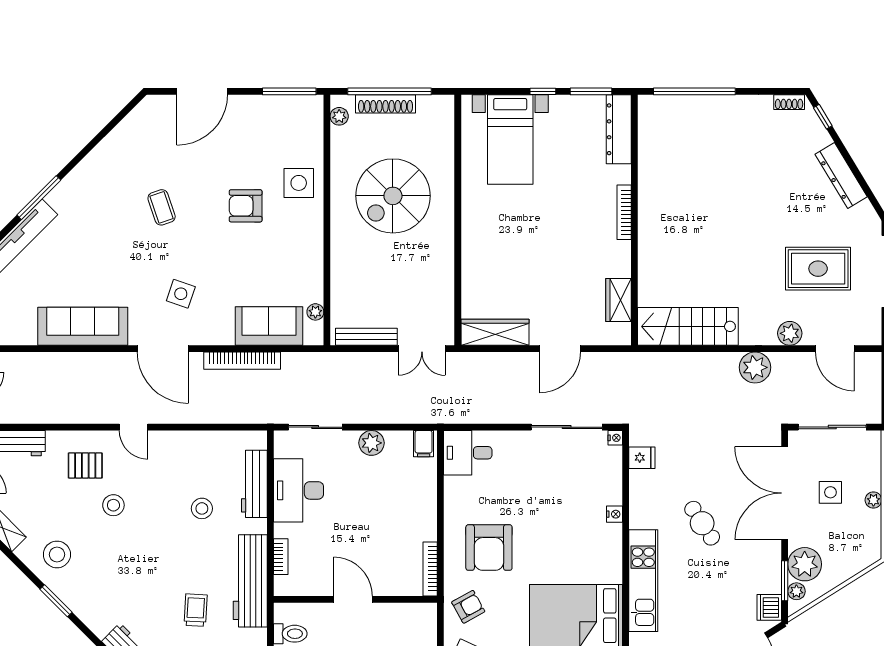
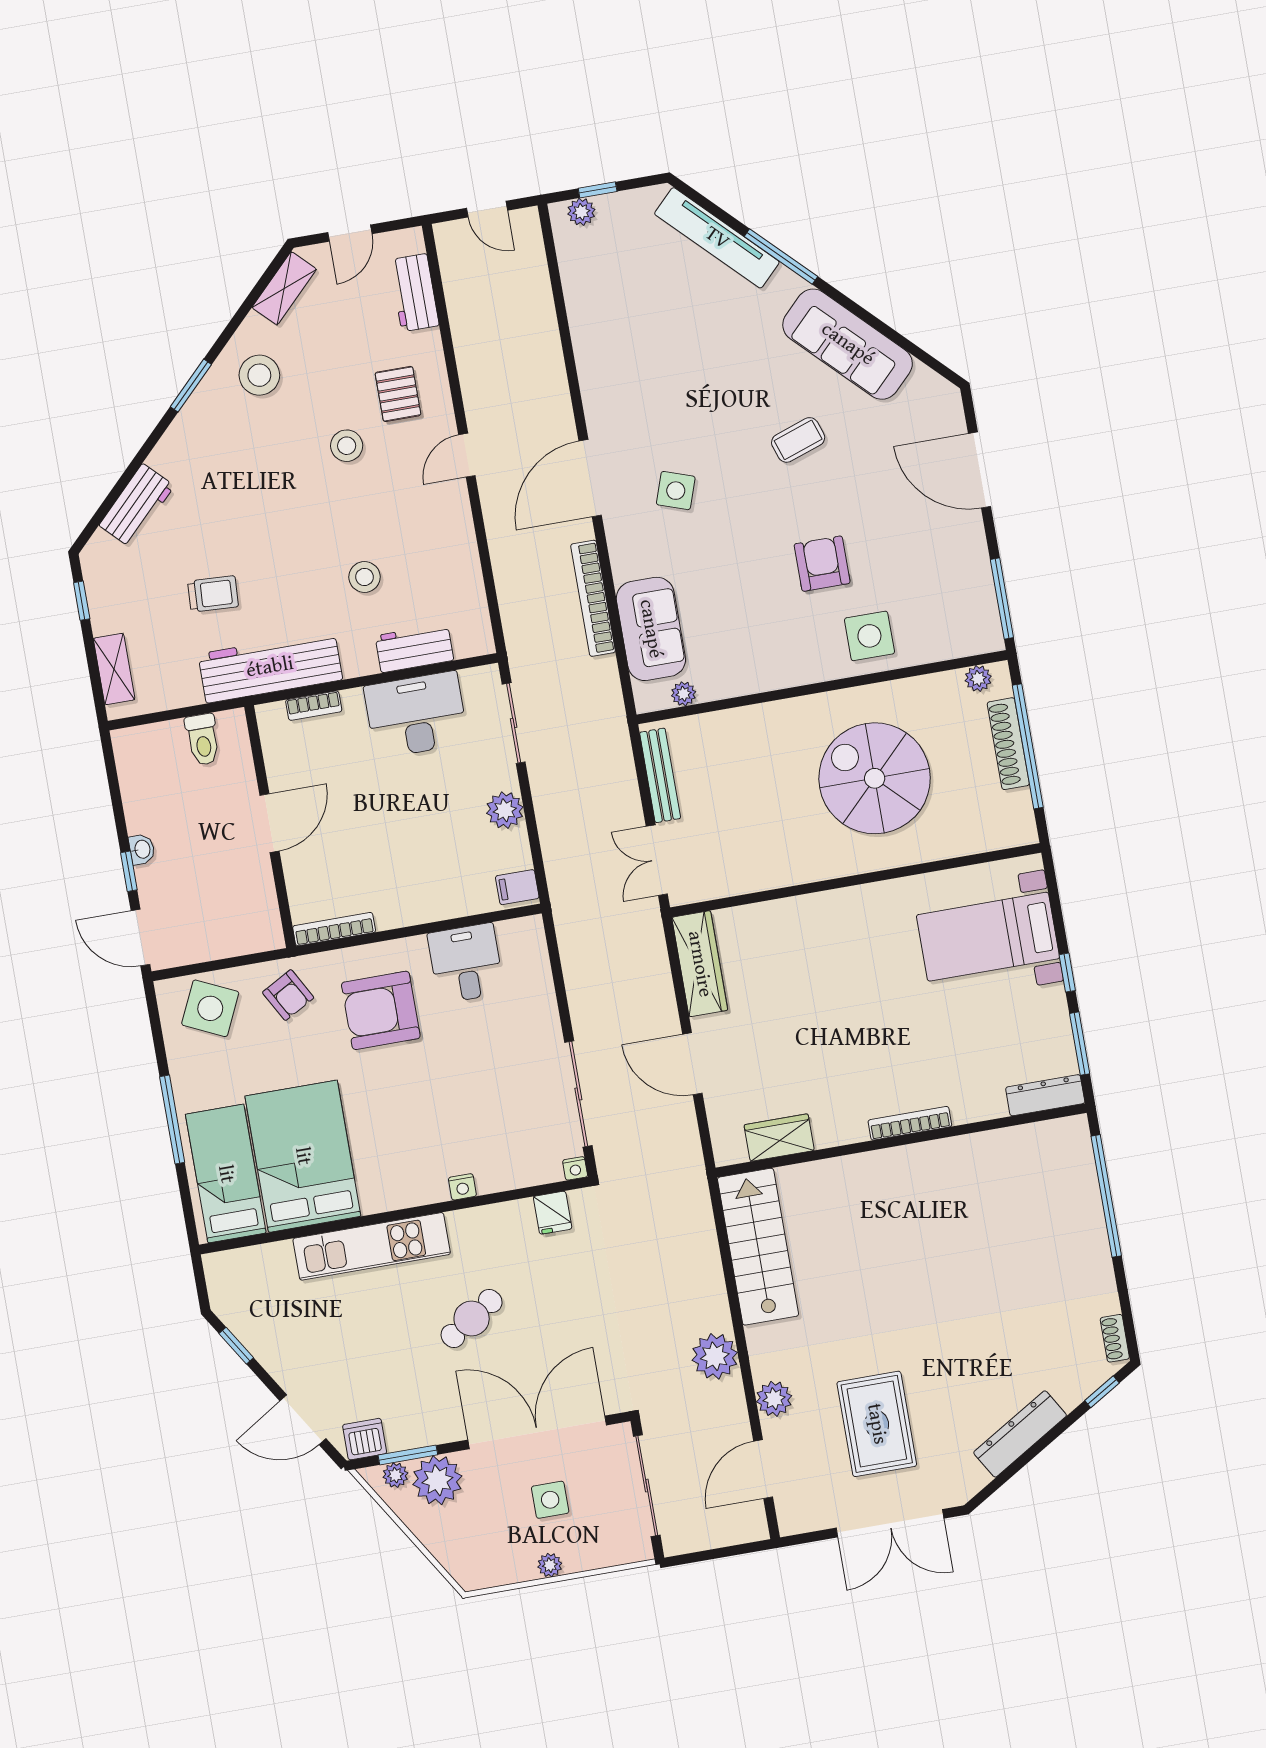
dresser: (619, 129) -> (1045, 1095), width x0.73, depth x0.80
sofa: (83, 326) -> (848, 344), moved, turned 135
desk: (468, 453) -> (466, 963), moved
workbench: (254, 484) -> (414, 648), width x0.73

